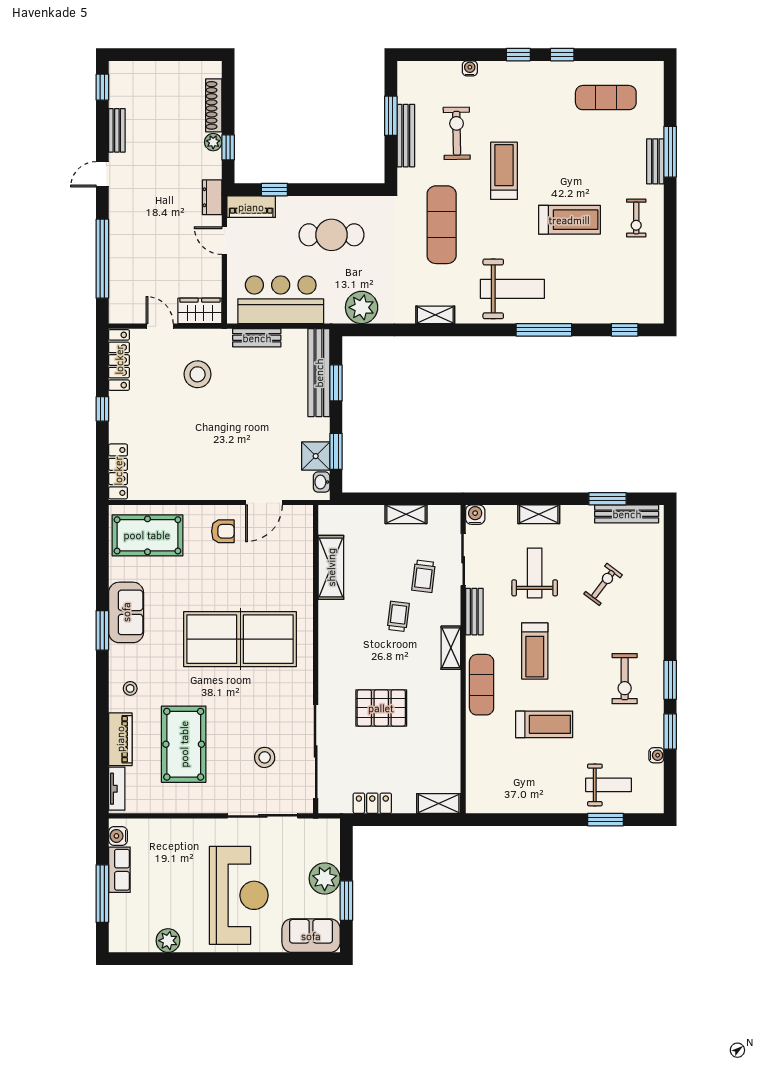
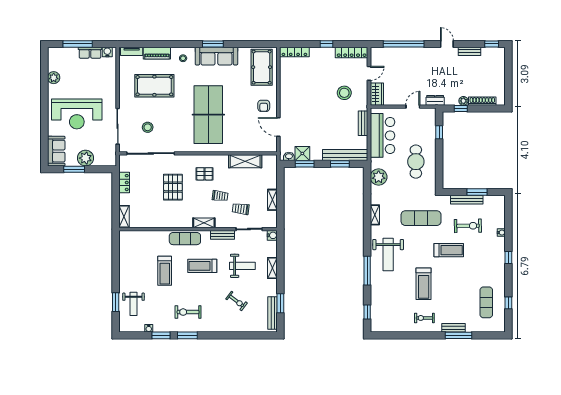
window: (562, 55) -> (508, 303), moved
piano: (251, 207) -> (430, 120), removed
sofa: (126, 612) -> (216, 56), width x1.36
pallet: (355, 646) -> (205, 174), added

